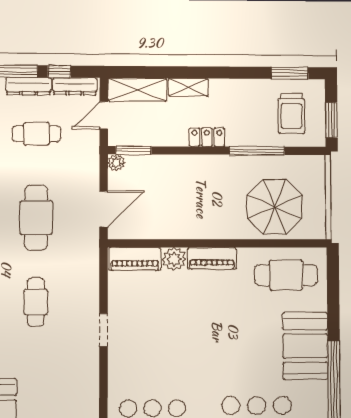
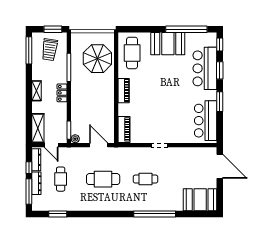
window: (290, 73) -> (29, 50), width x1.44
shelving: (188, 87) -> (37, 91), moved
trolley: (291, 113) -> (50, 50), turned 98
plant: (174, 259) -> (124, 110), removed

